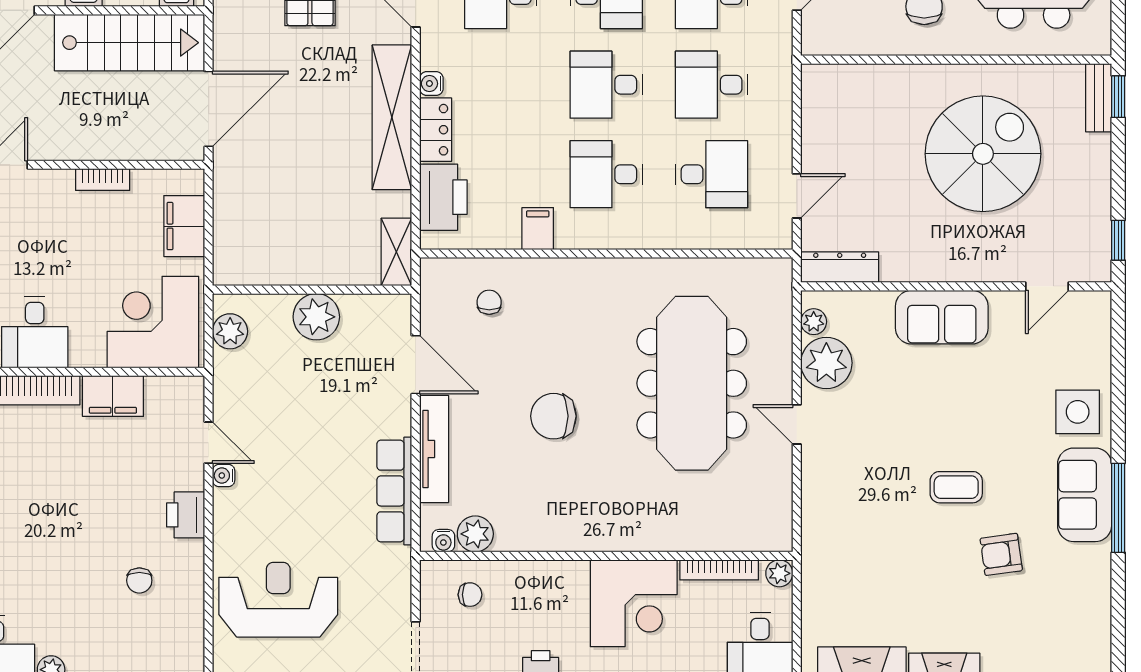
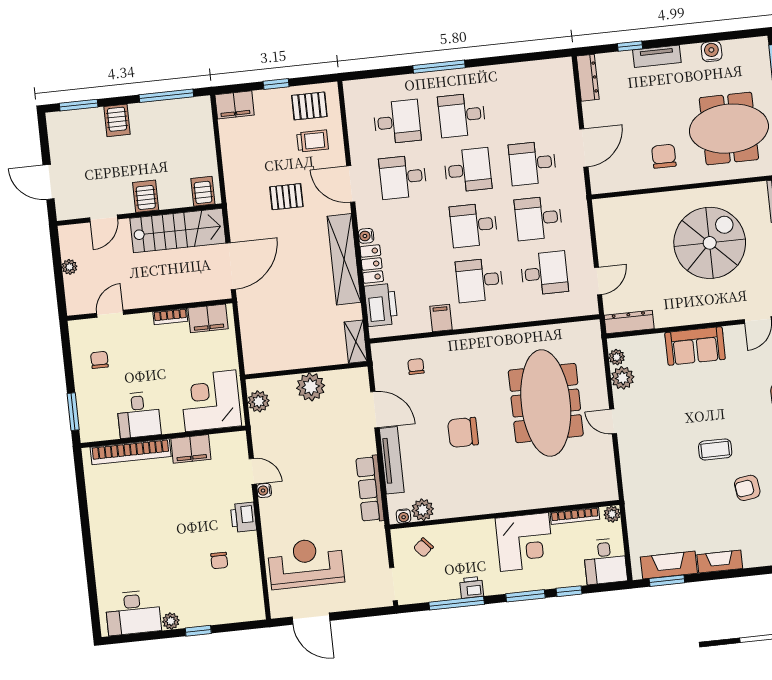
filing cabinet: (184, 226) -> (208, 318), moved, turned -90
plant: (826, 363) -> (623, 378), width x0.73, depth x0.73
chair: (470, 595) -> (423, 547), turned 139

